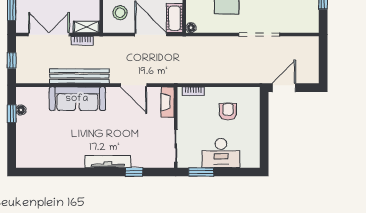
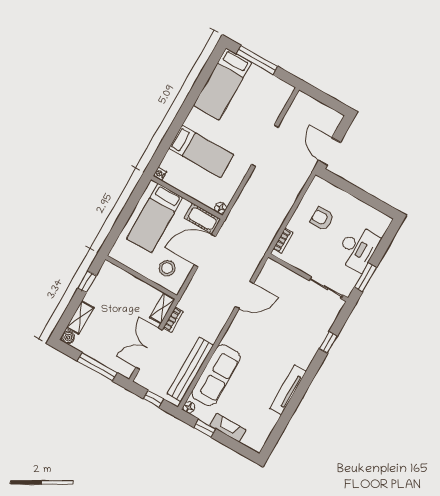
bench: (79, 76) -> (190, 369), moved
sofa: (77, 99) -> (216, 375), moved
fireplace: (168, 102) -> (228, 428), moved, turned 180
floor lamp: (21, 110) -> (189, 407), moved
tv unit: (108, 162) -> (288, 390), moved

